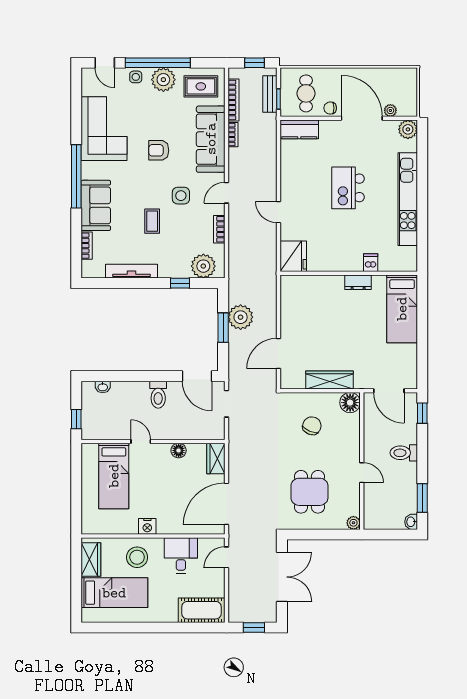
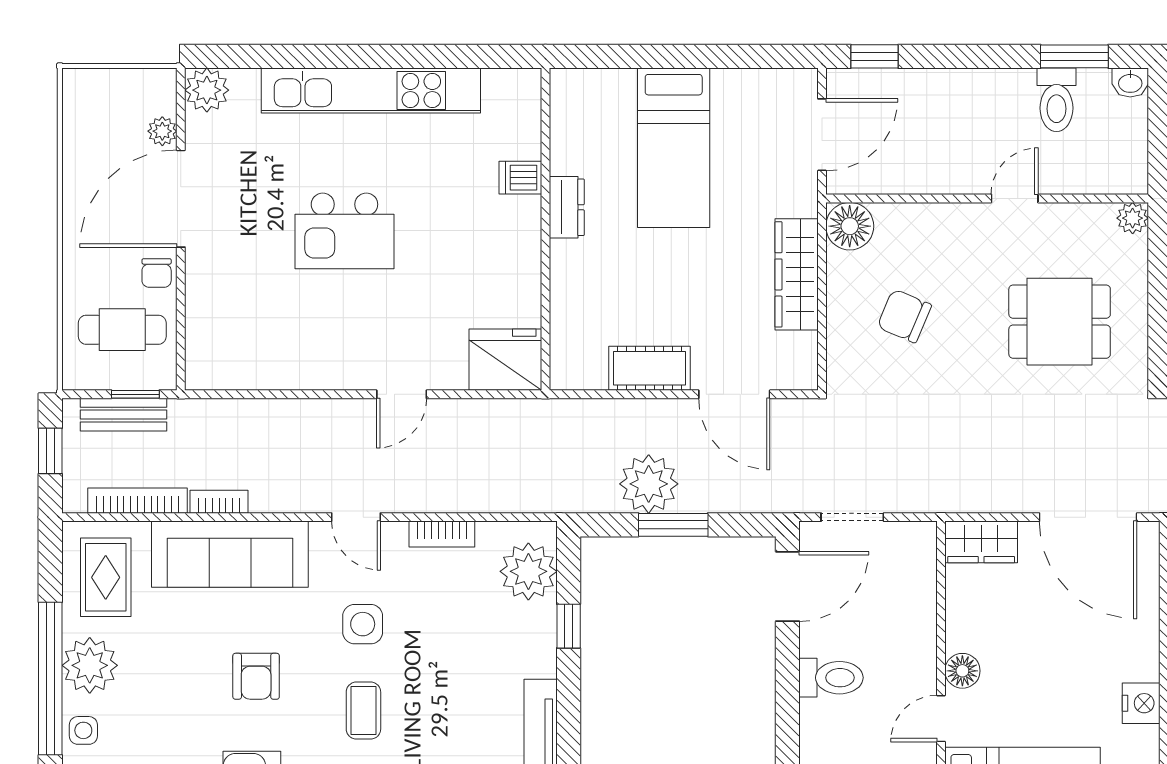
kitchen counter: (299, 129) -> (207, 346), removed
coffee table: (152, 221) -> (363, 711), moved, turned 90
bed: (402, 309) -> (674, 148), moved, turned 90
cot: (290, 318) -> (650, 368), added
floor lamp: (179, 450) -> (962, 671), moved
toilet: (404, 453) -> (1056, 100), moved

